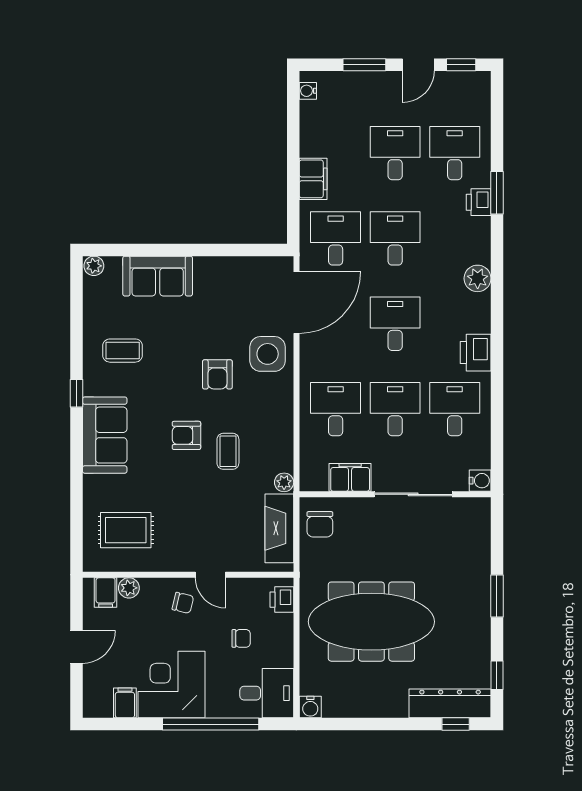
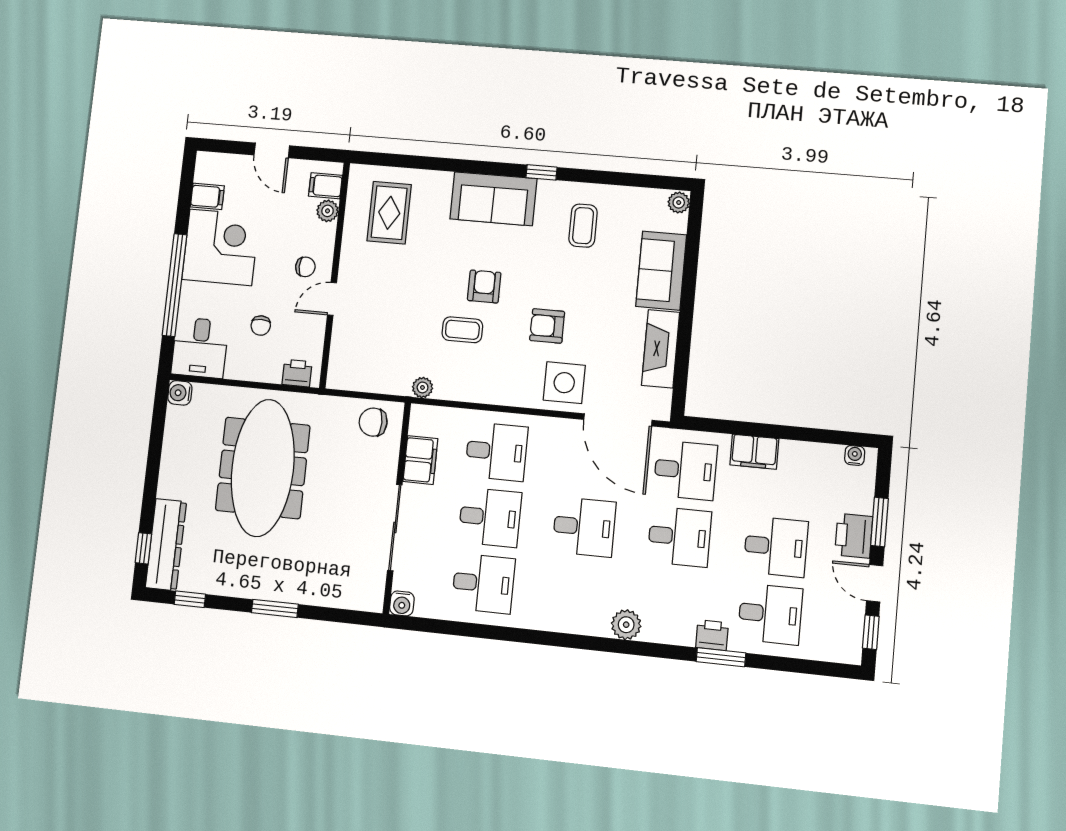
printer: (476, 353) -> (854, 536), moved, turned -90
fireplace: (279, 528) -> (661, 349), moved, turned -90
chair: (183, 603) -> (305, 267), turned -103

